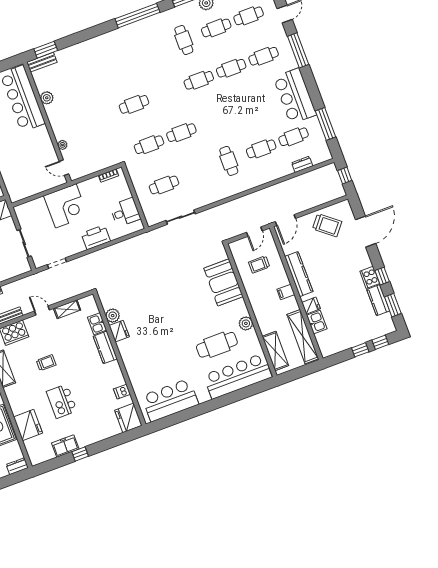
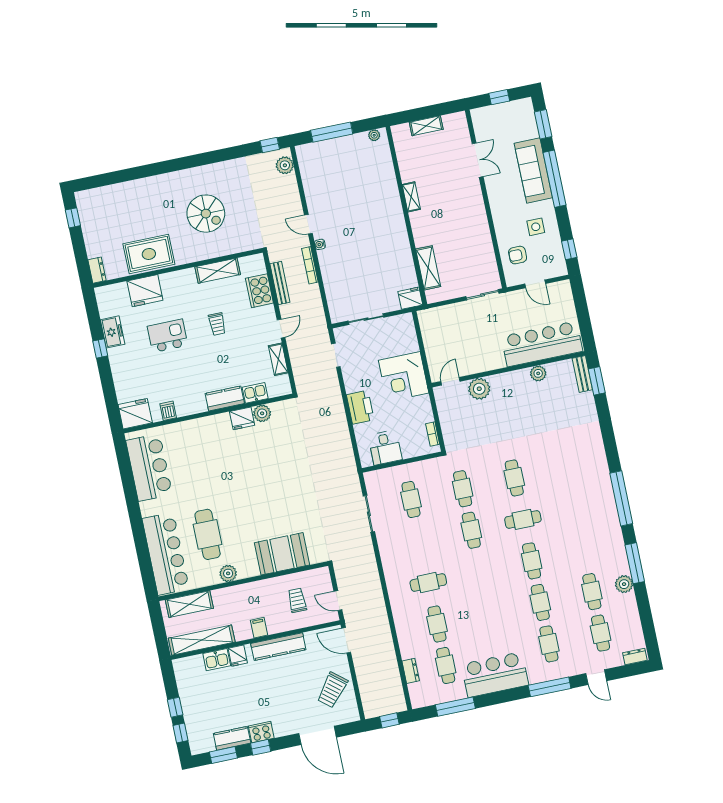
cafe table: (184, 40) -> (523, 519), moved
plant: (62, 145) -> (479, 389), width x1.88, depth x1.88

